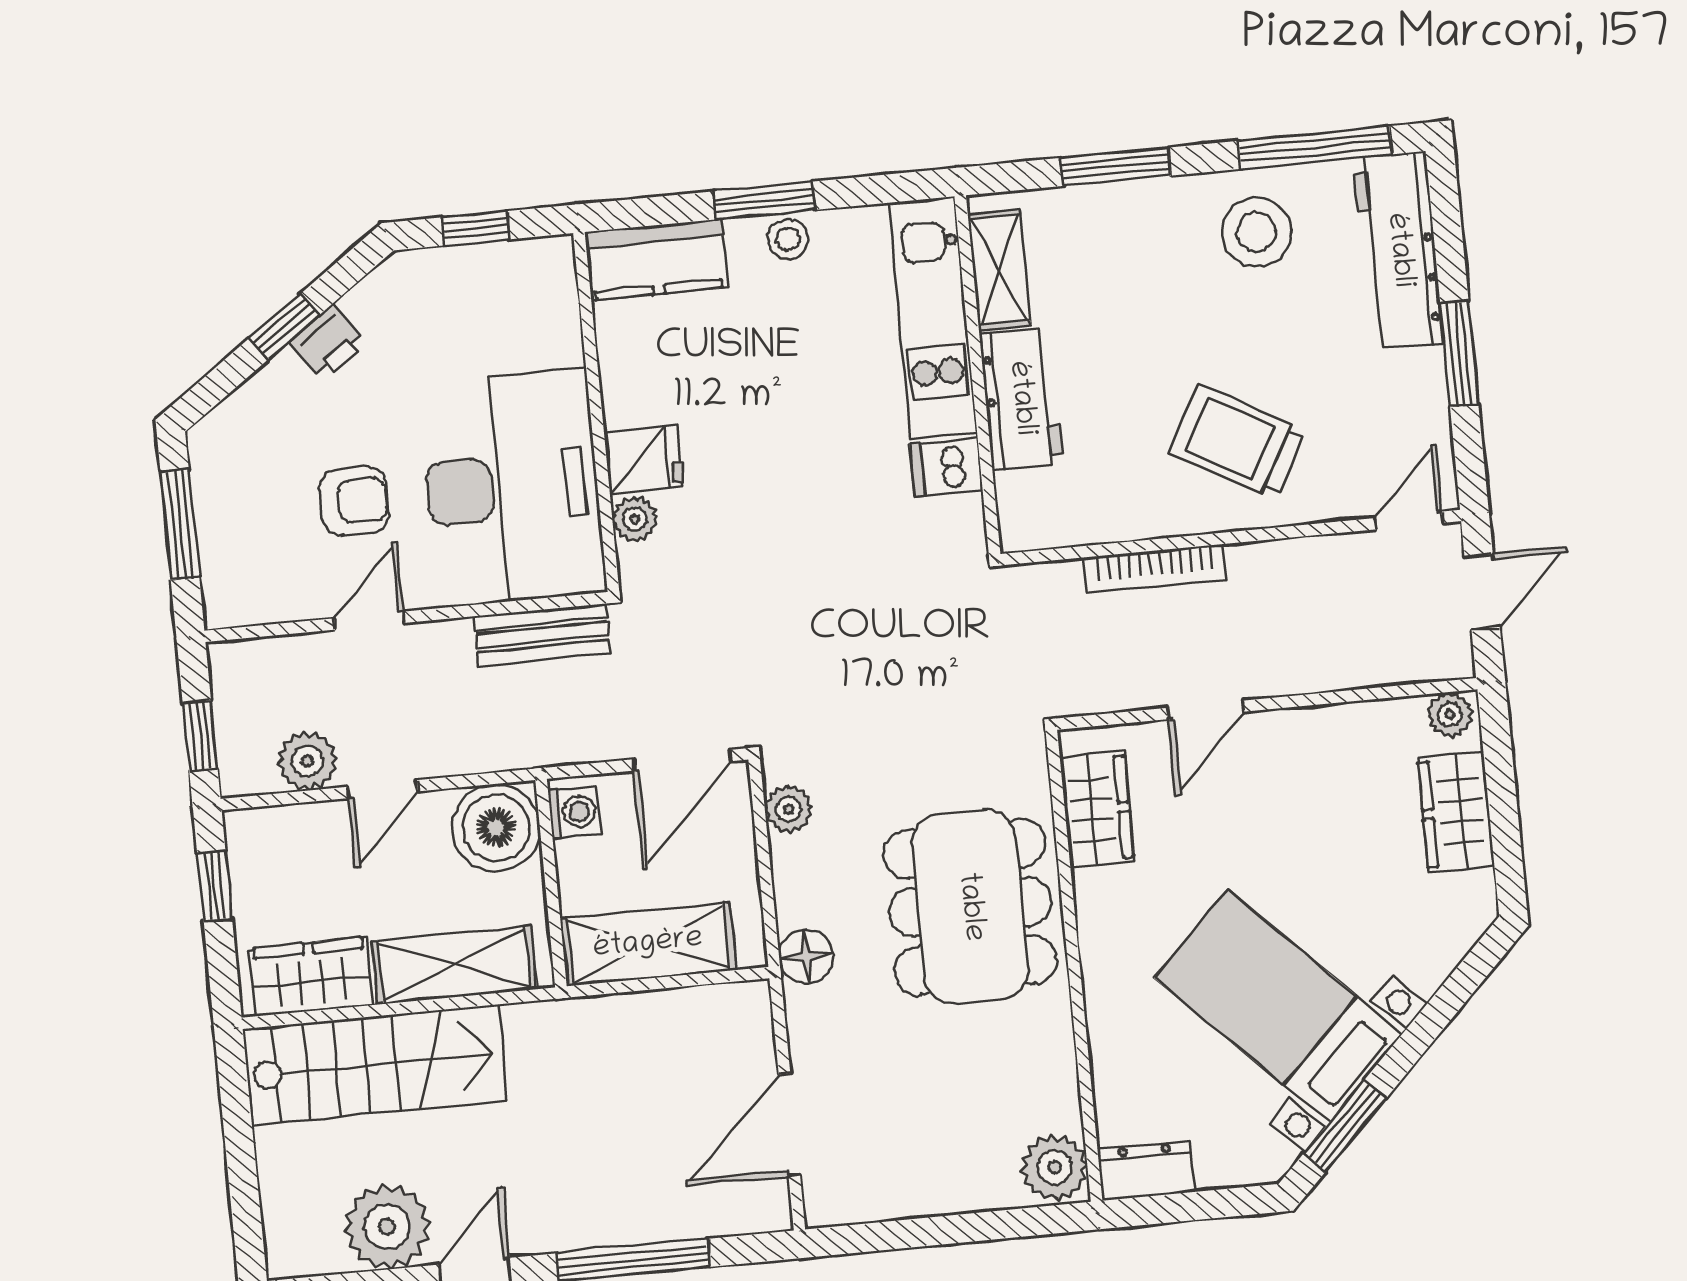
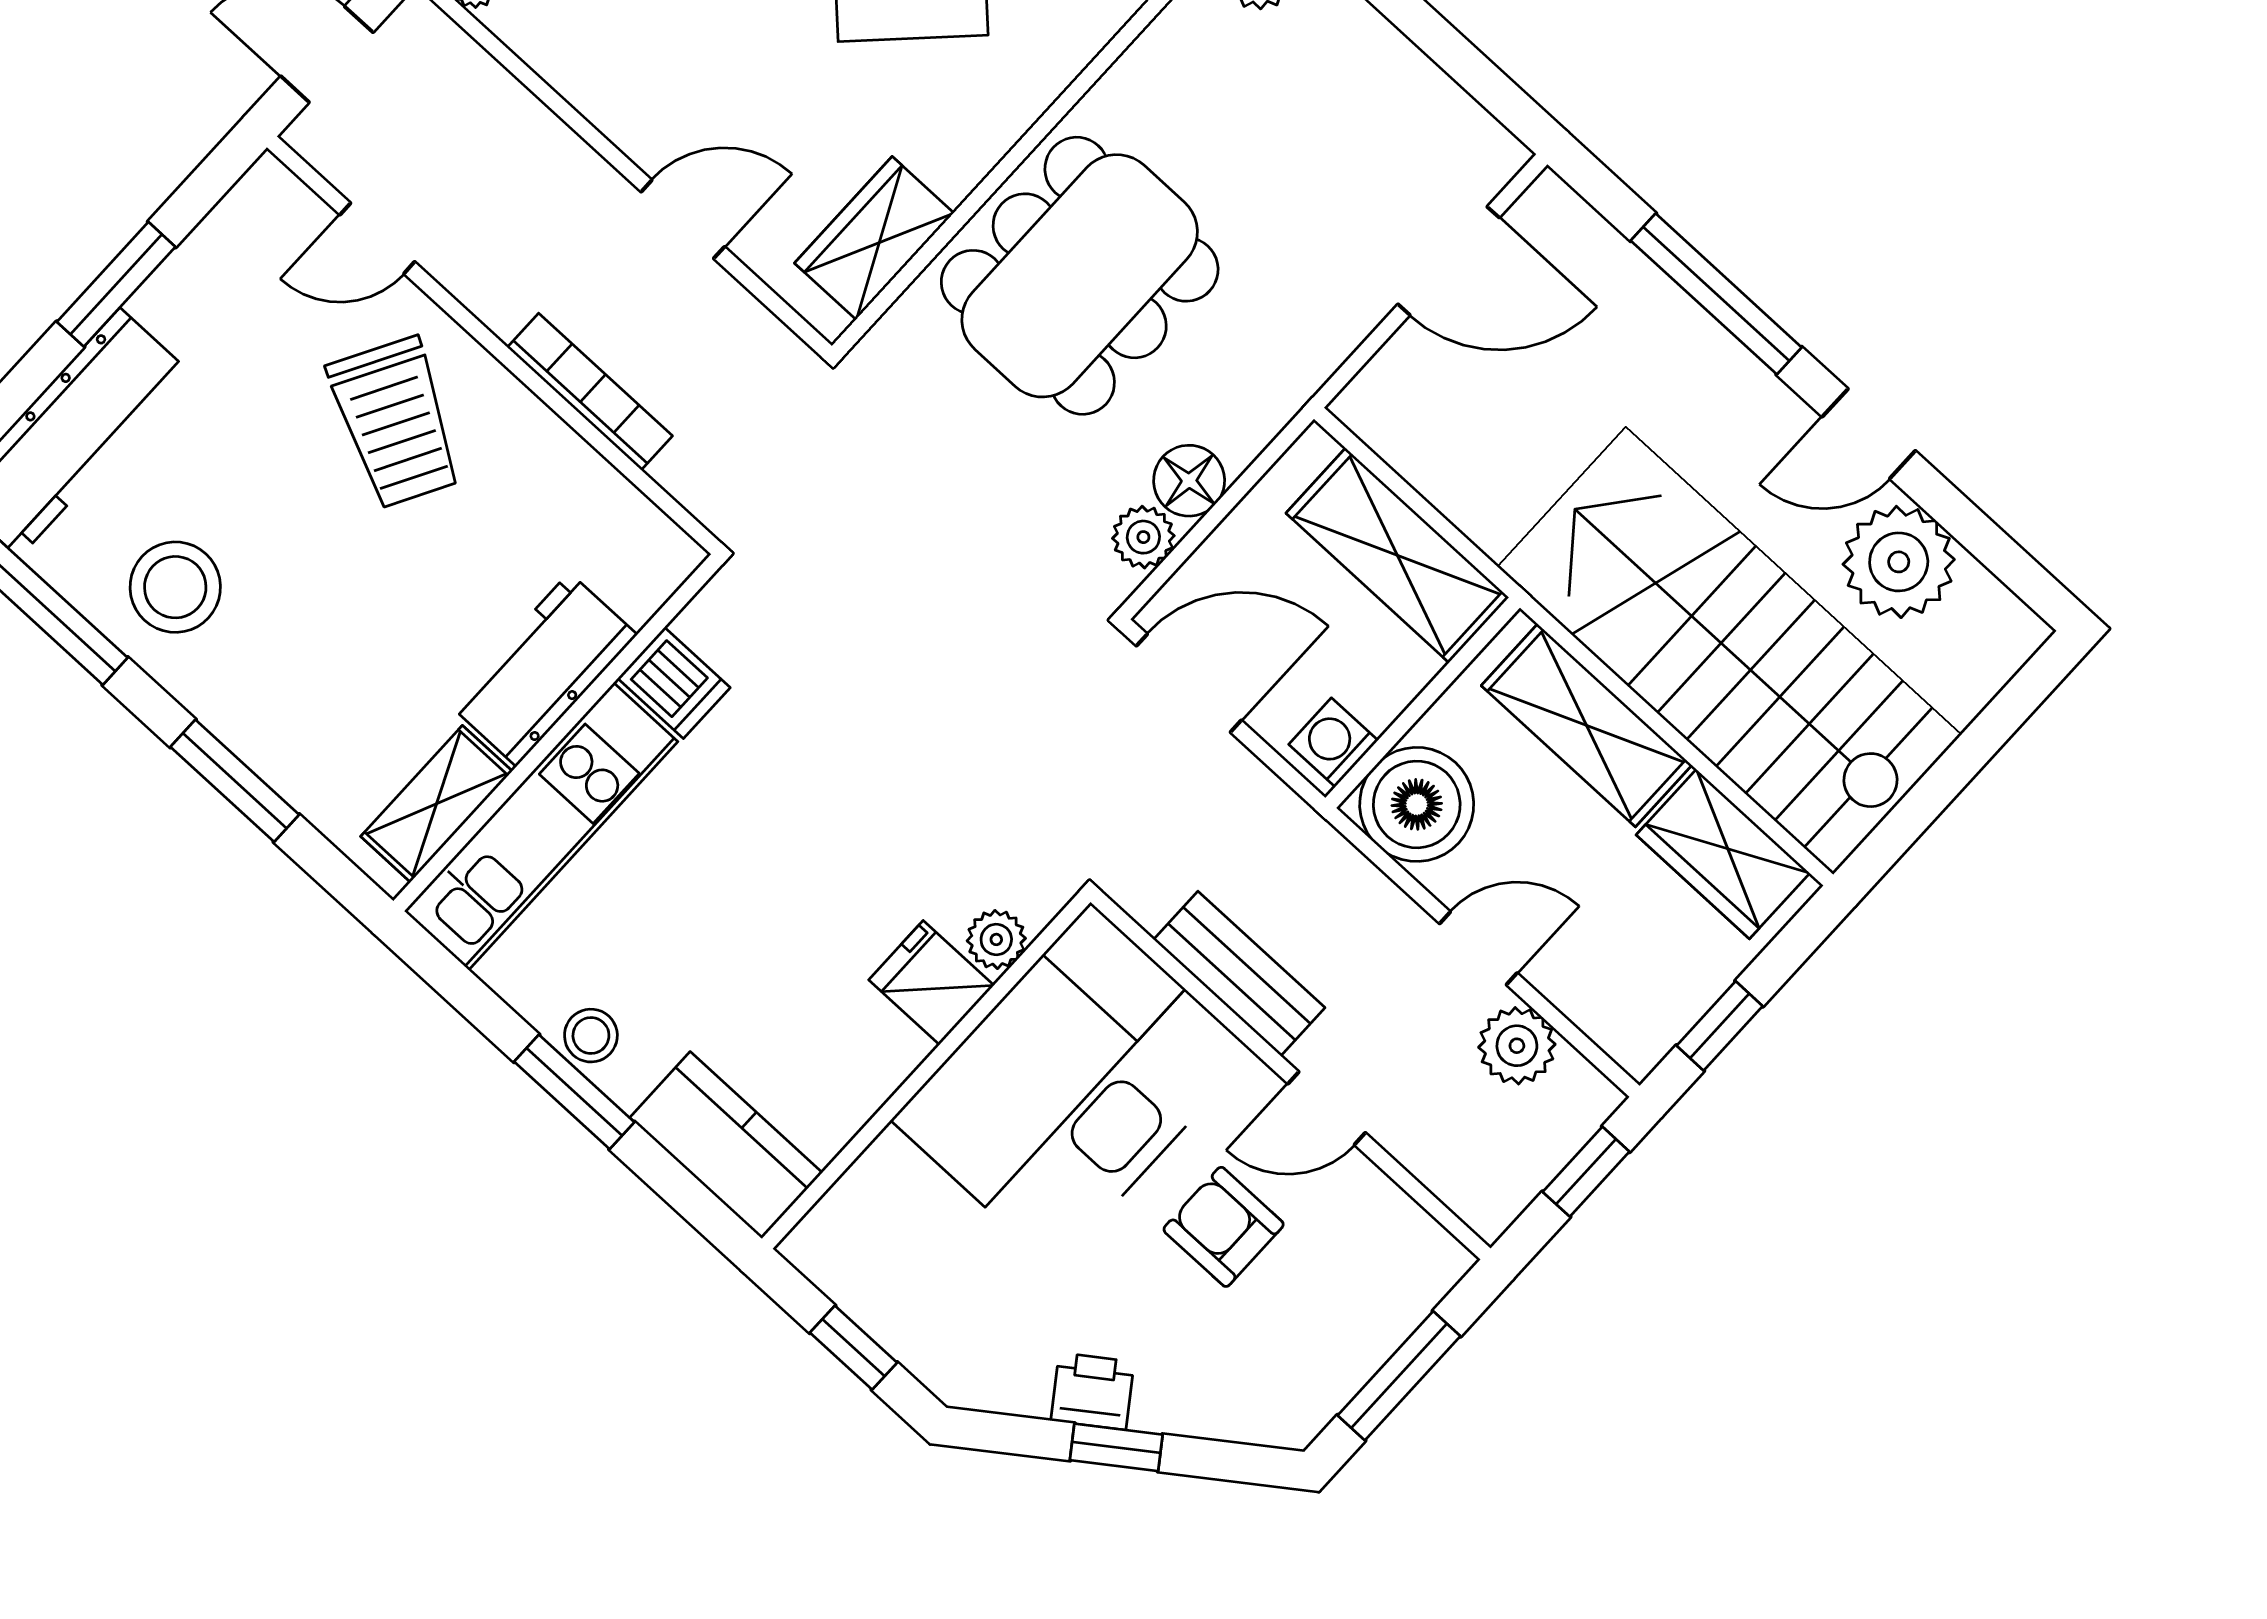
door: (1409, 520) -> (377, 238), moved
bench: (542, 635) -> (1239, 974), moved
floor lamp: (806, 956) -> (1189, 481), moved
stairs: (375, 1065) -> (1729, 651), width x1.36, depth x1.51

